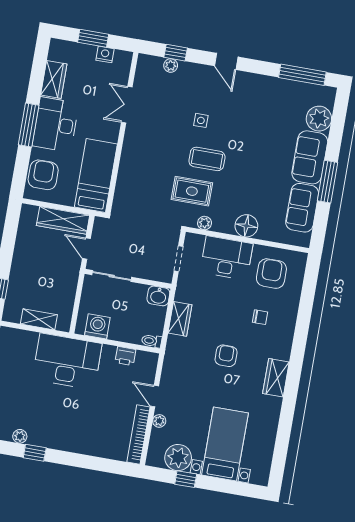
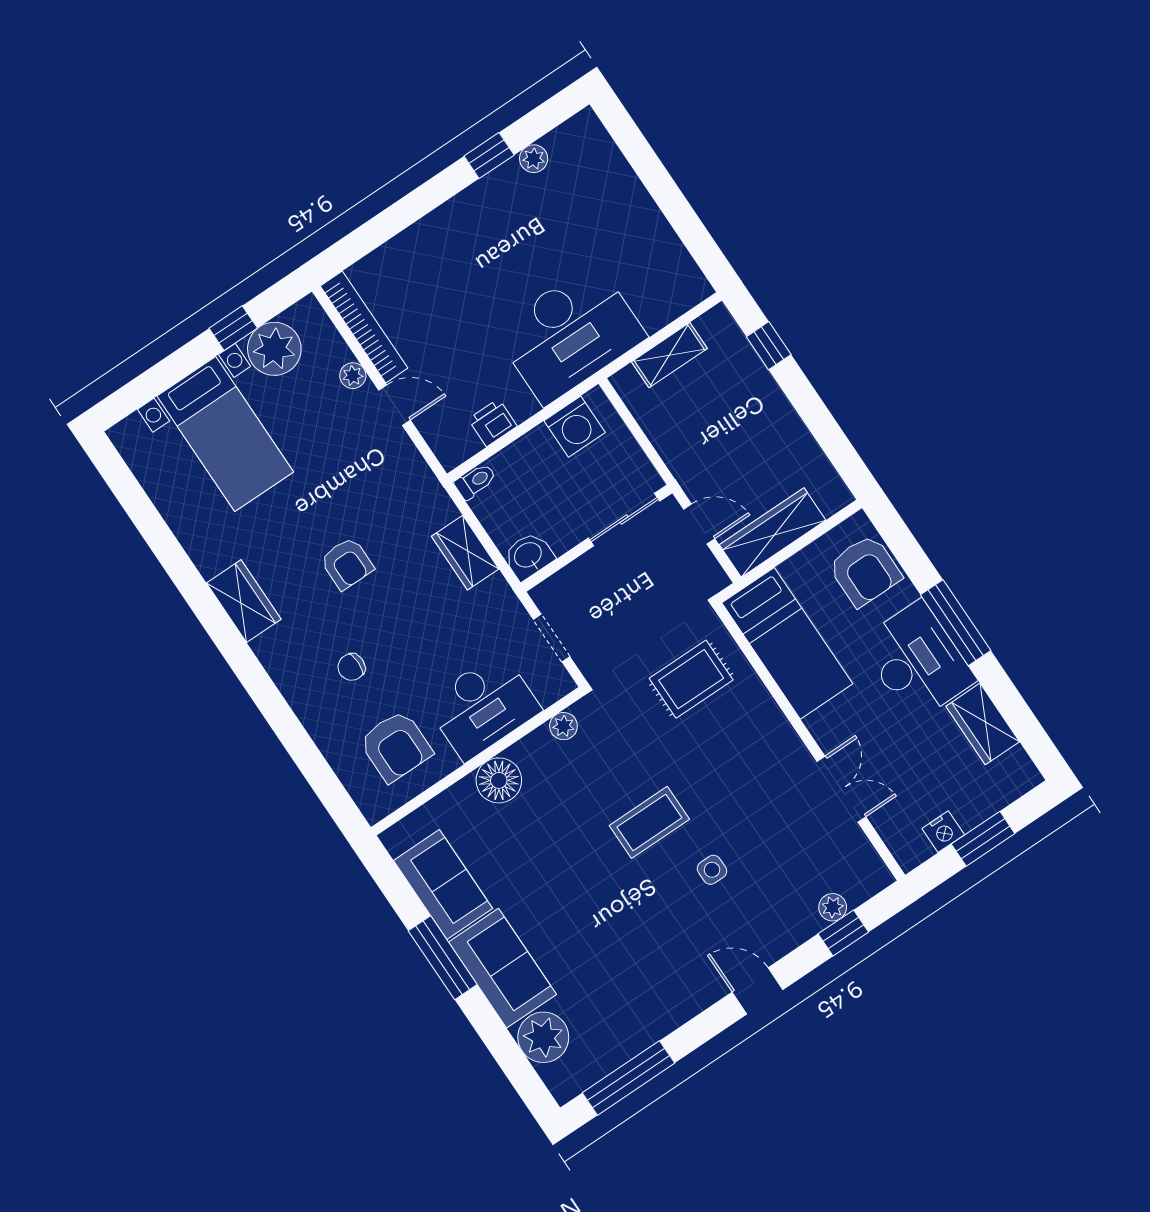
rug: (192, 191) -> (691, 679), moved

